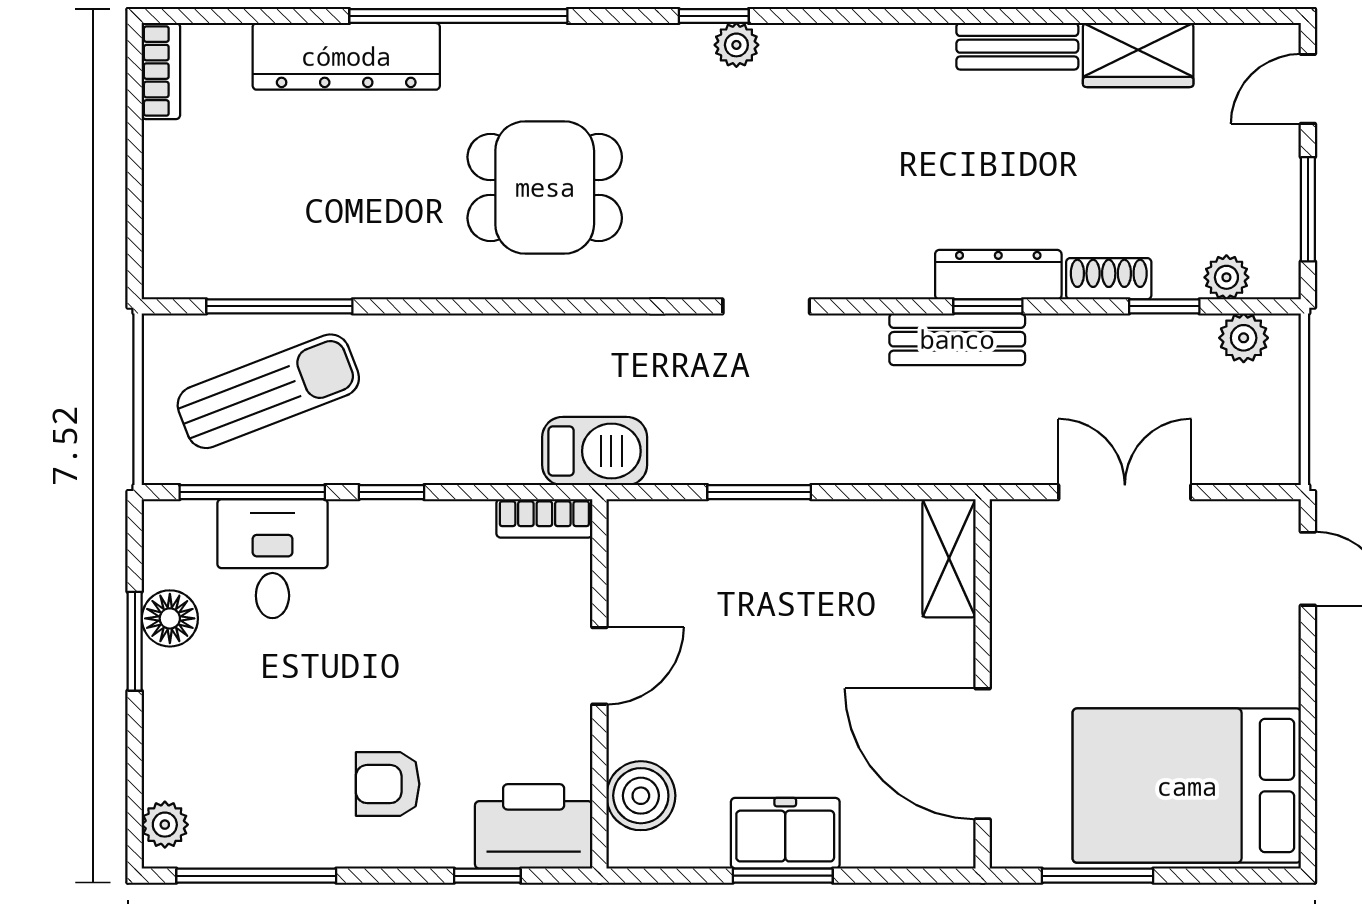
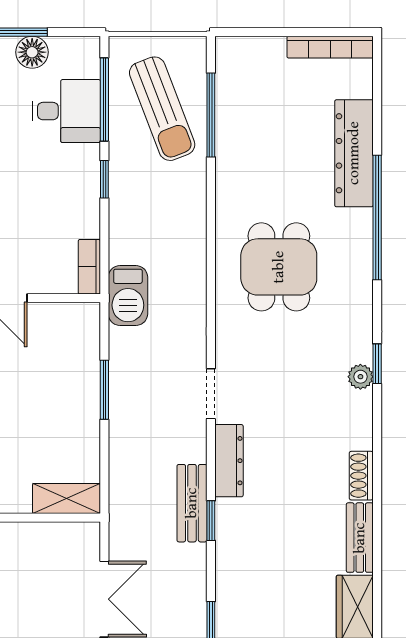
bookcase: (161, 71) -> (330, 47), width x1.56
dresser: (998, 275) -> (229, 461), moved
shoe rack: (1109, 279) -> (361, 476), moved, turned 180

